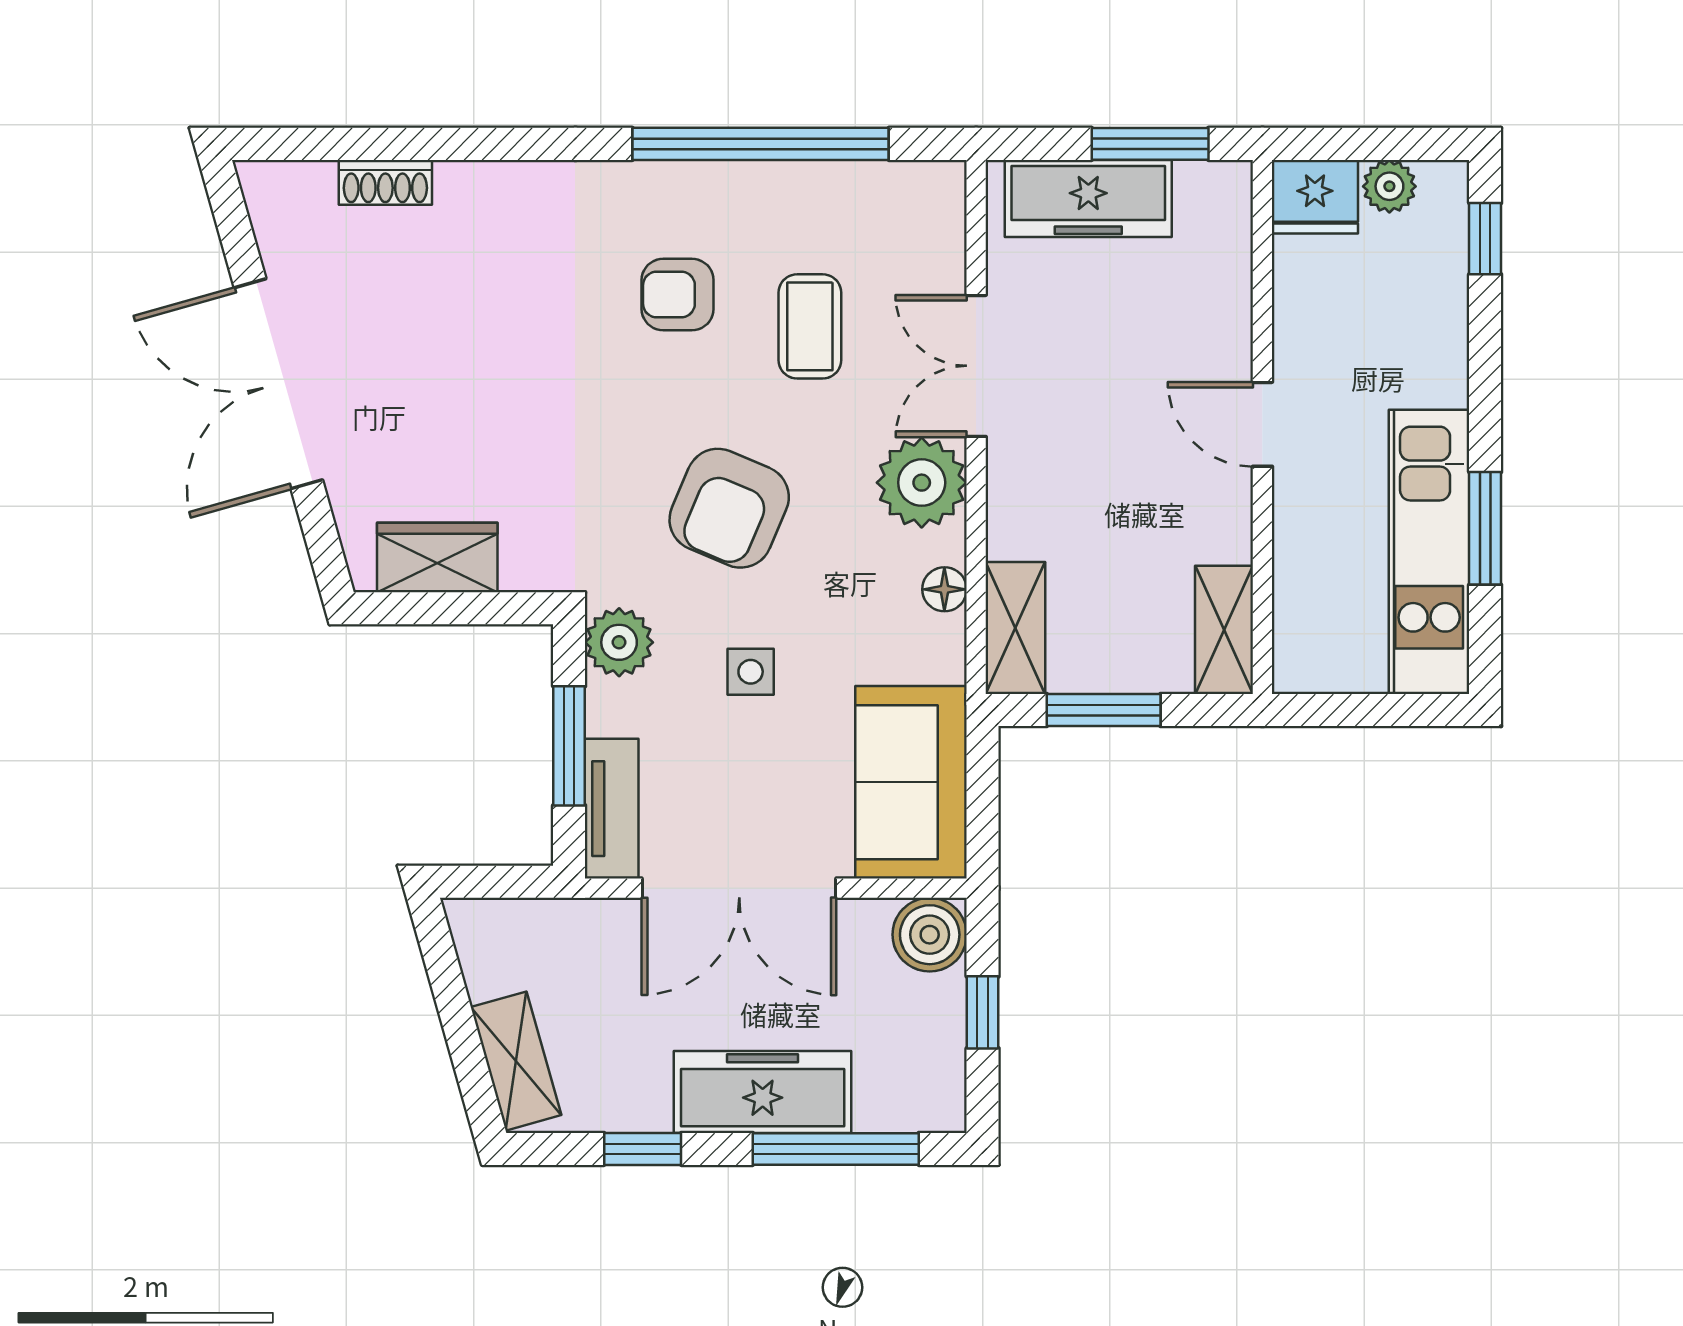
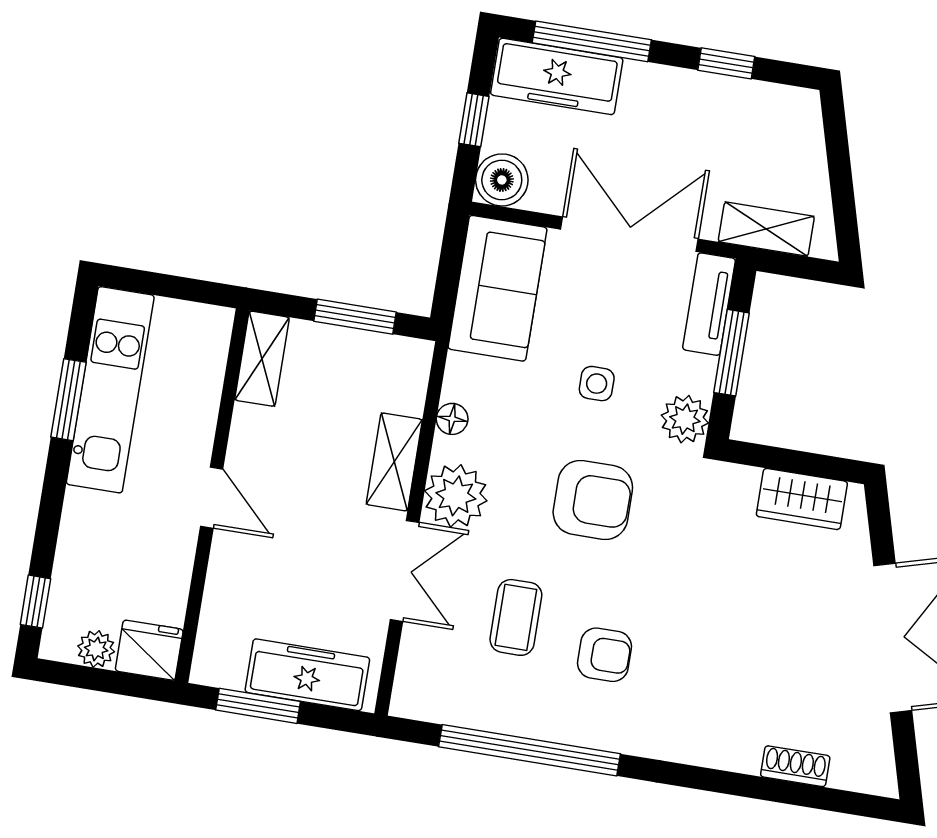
armchair: (729, 508) -> (593, 500), turned 67
shelving: (1015, 628) -> (394, 462), moved
shelving: (516, 1061) -> (766, 229), moved, turned -74
freezer: (763, 1092) -> (557, 76), moved

